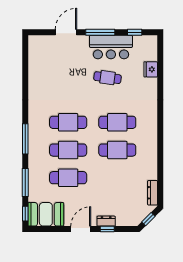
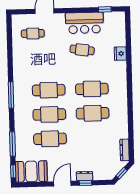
window: (100, 32) -> (75, 10), removed
cafe table: (52, 57) -> (33, 33), added
fridge: (151, 69) -> (120, 54), moved
window: (25, 139) -> (11, 95), moved

